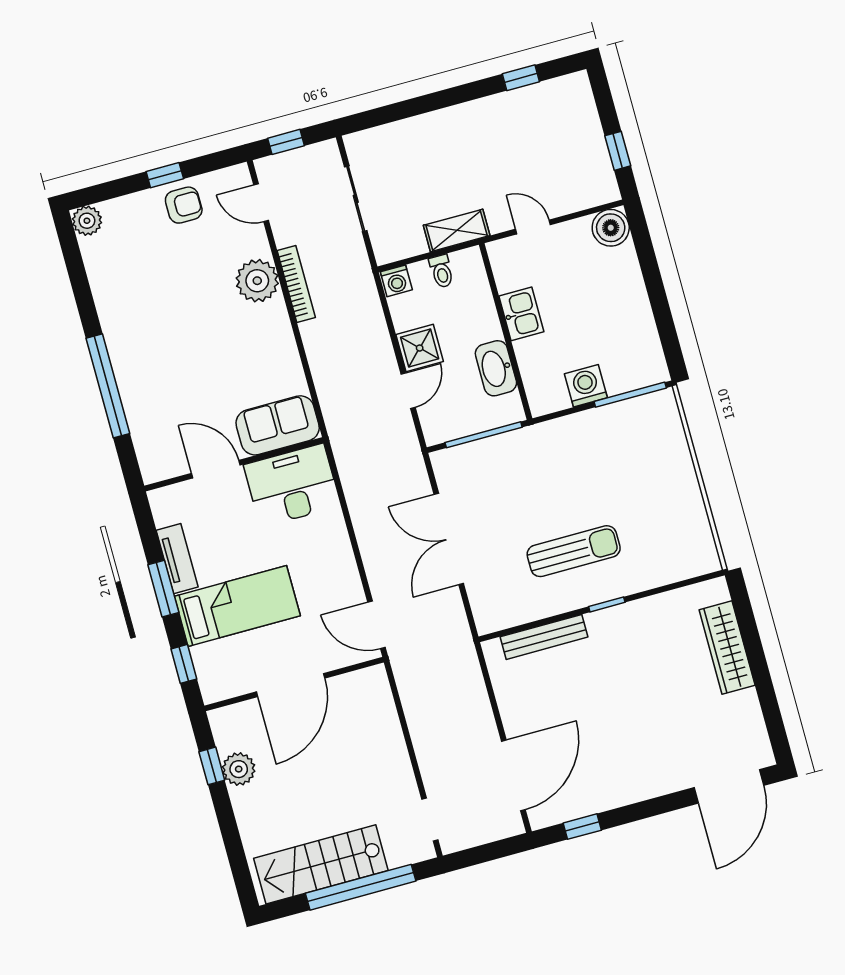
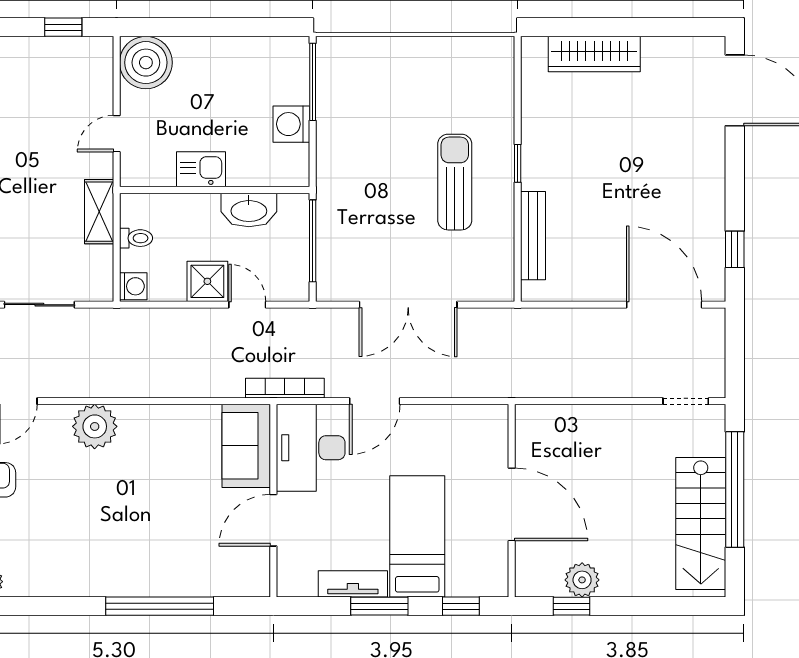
boiler: (611, 228) -> (146, 63), width x1.37, depth x1.37
bookcase: (296, 284) -> (285, 388), moved
door: (377, 625) -> (375, 401), moved

